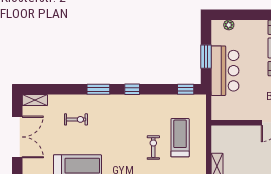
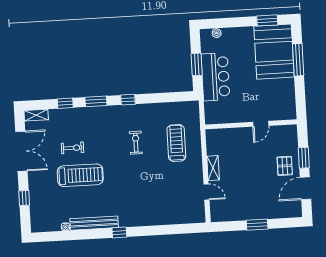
window: (186, 89) -> (65, 103), moved
exercise bike: (76, 119) -> (72, 148), moved
exercise bike: (153, 148) -> (136, 143), moved

